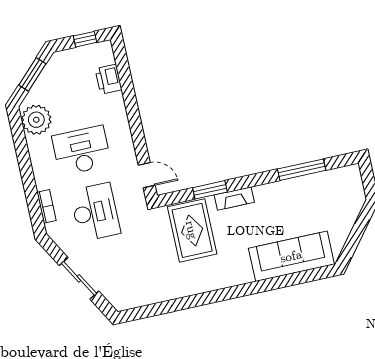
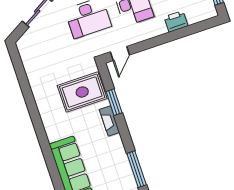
printer: (109, 79) -> (176, 21), moved

